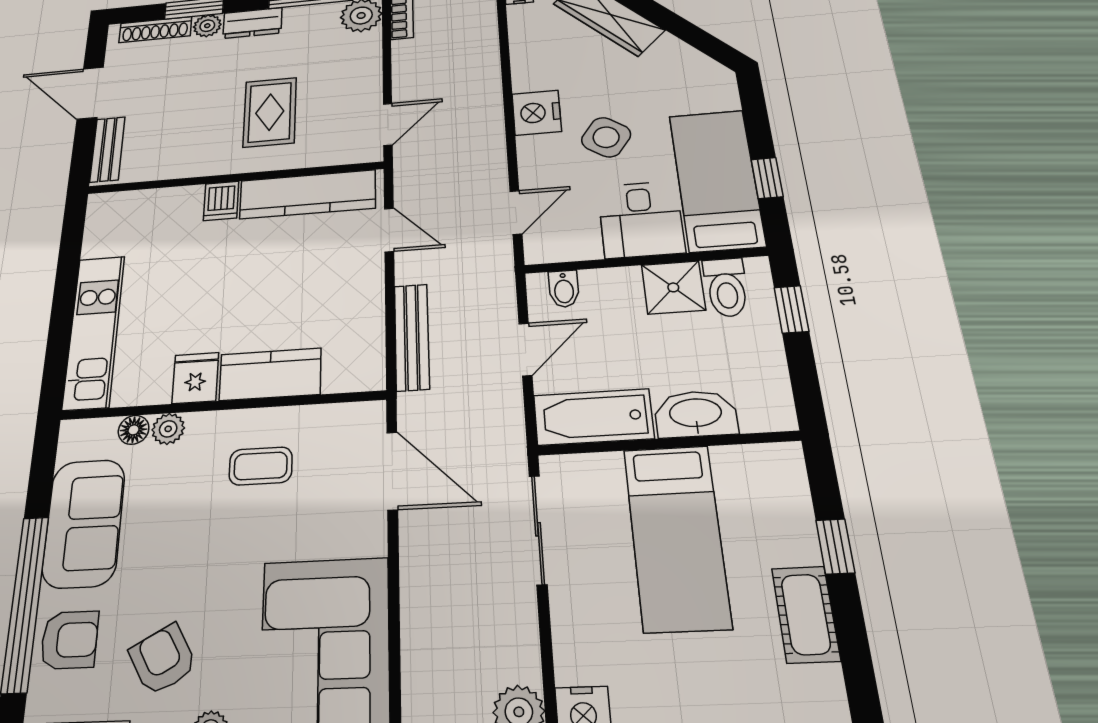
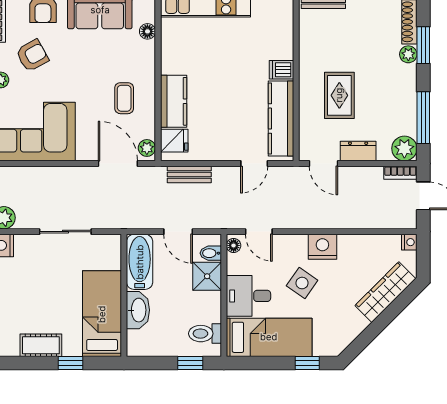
dresser: (252, 23) -> (358, 151), moved, turned 90
rug: (270, 112) -> (339, 95), turned 90
window: (767, 178) -> (307, 363), moved
floor lamp: (546, 251) -> (234, 245), added
shower: (673, 287) -> (207, 276), moved
bench: (412, 337) -> (189, 174), width x0.73
fridge: (195, 378) -> (174, 141), moved
plant: (168, 429) -> (147, 148), moved
door: (392, 471) -> (118, 164), swing flipped
sliding door: (538, 529) -> (65, 232), moved
bed: (676, 537) -> (102, 314), moved, turned 90

